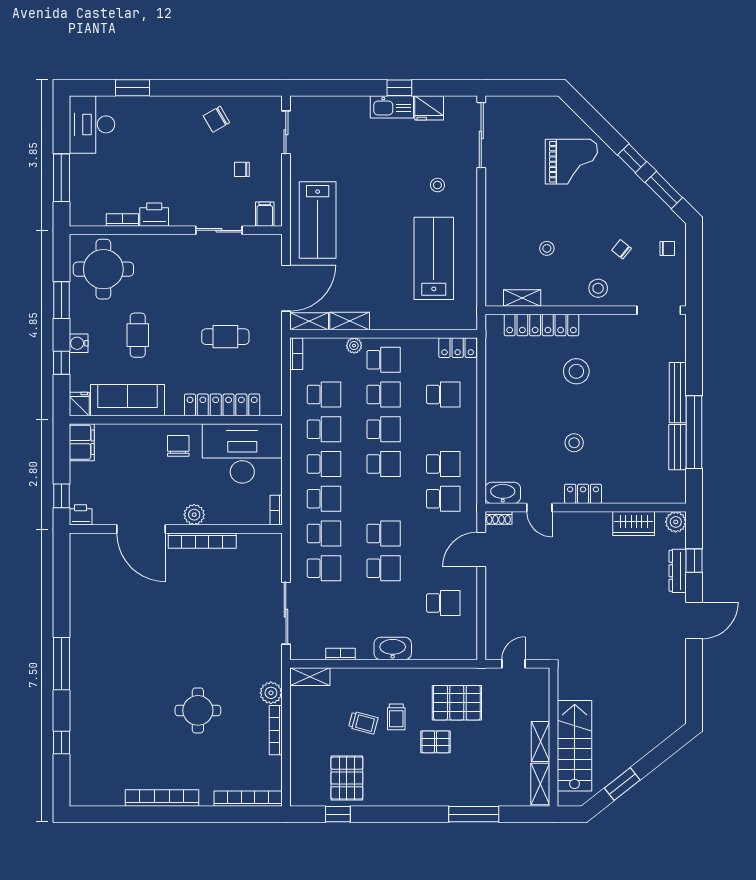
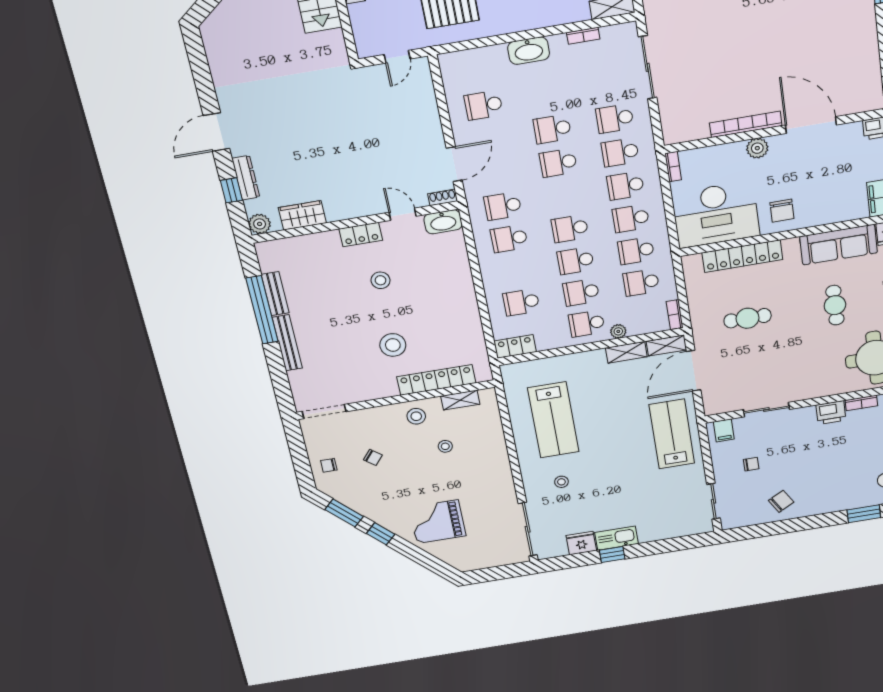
stool: (598, 288) -> (416, 416), moved

